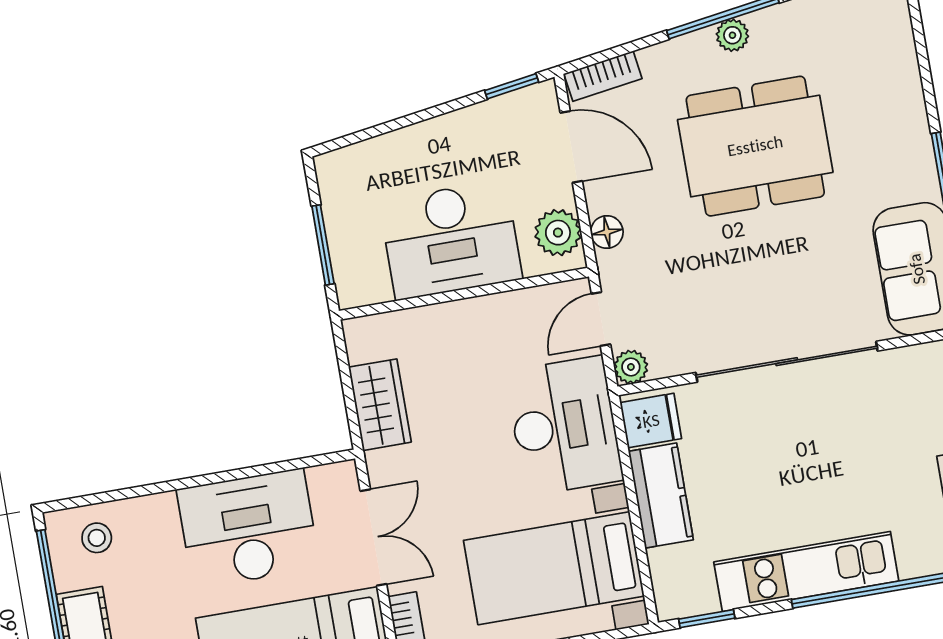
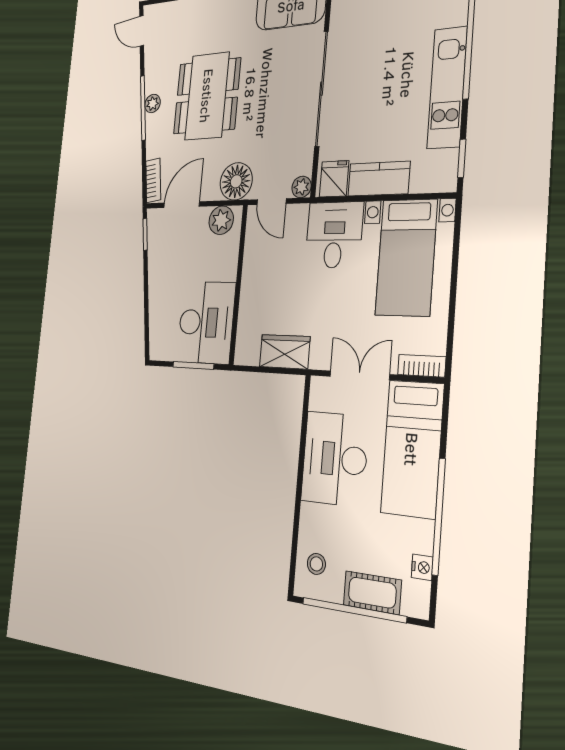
floor lamp: (607, 232) -> (236, 181), width x1.89, depth x1.89
desk: (451, 240) -> (206, 322), moved
desk: (564, 426) -> (334, 235), width x0.73

